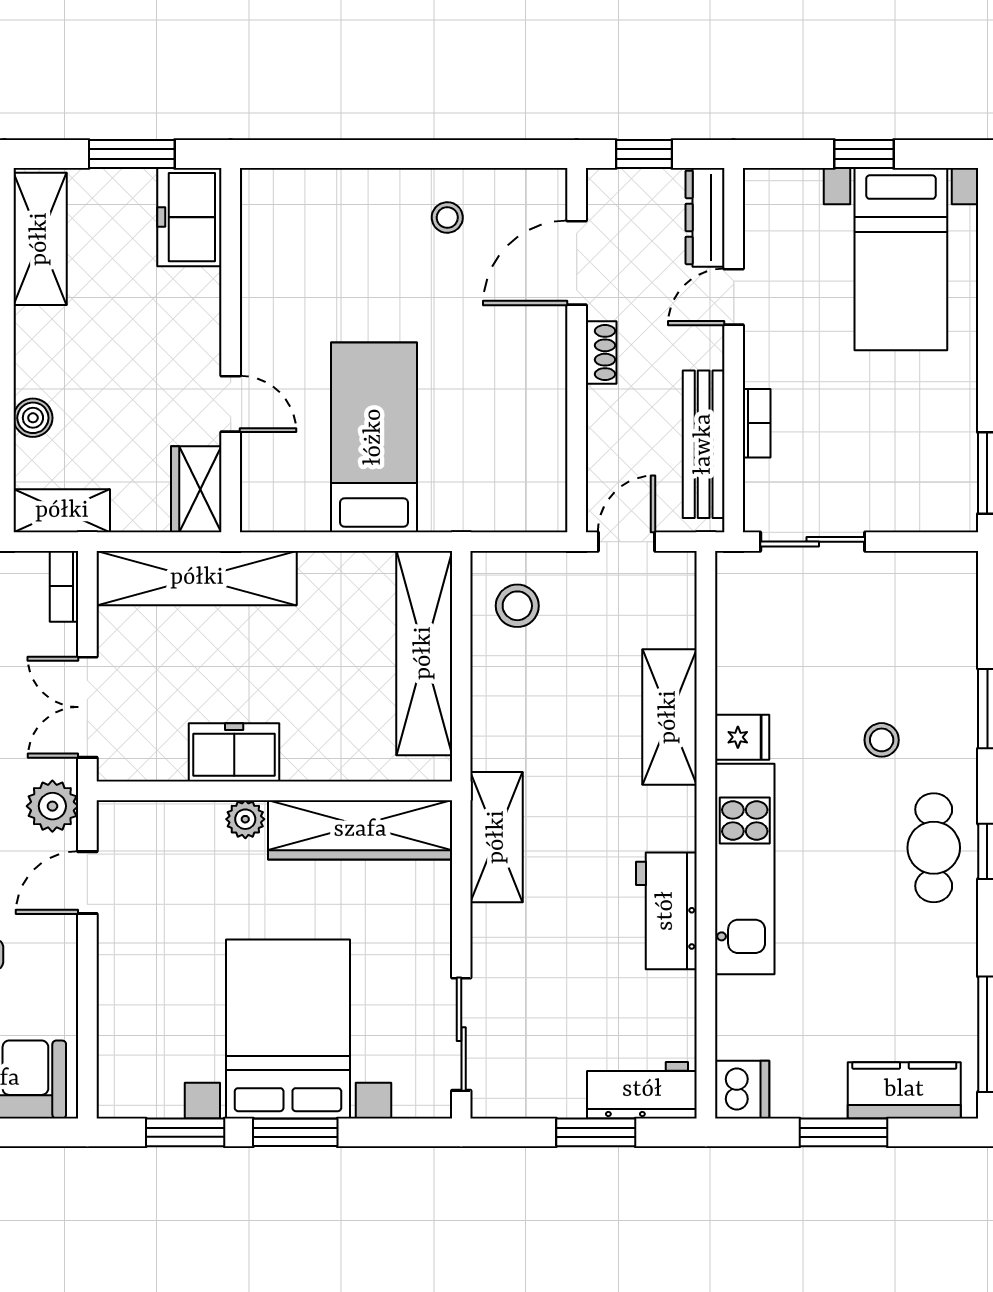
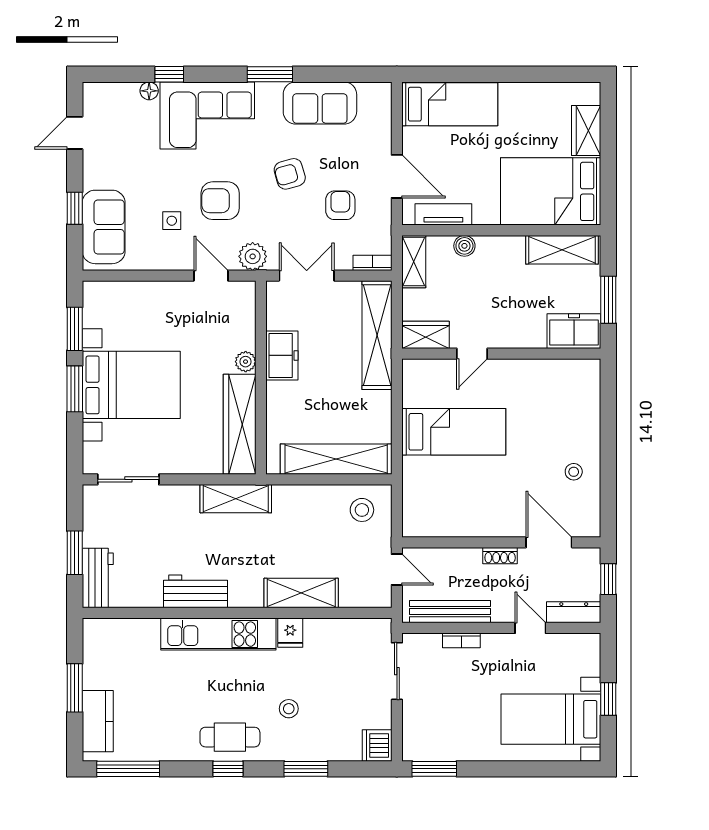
dishwasher: (742, 1090) -> (377, 746), moved, turned 90

